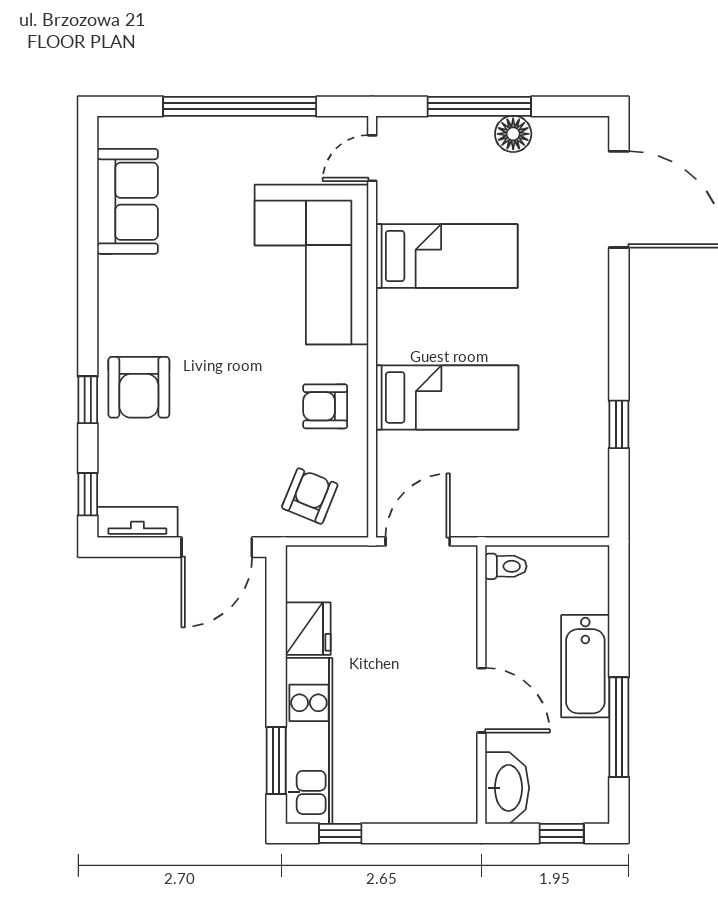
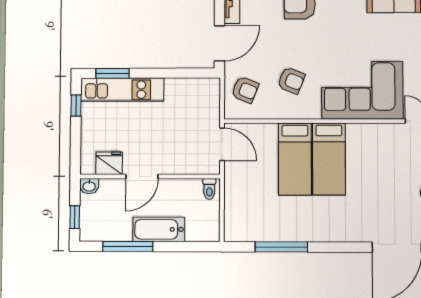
bed: (447, 256) -> (329, 159), moved
armchair: (325, 406) -> (291, 80), moved, turned 112
window: (619, 424) -> (281, 247), width x2.17
door: (217, 547) -> (219, 43), swing flipped
fridge: (308, 629) -> (109, 163), moved, turned 180
washbasin: (507, 788) -> (89, 186), width x0.52, depth x0.69

